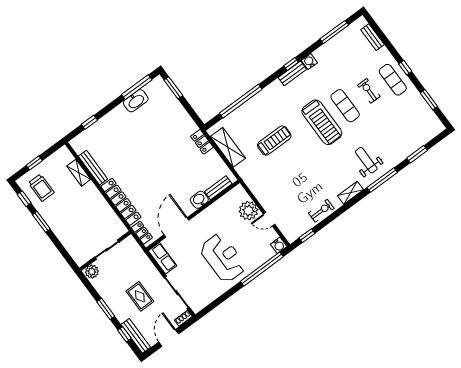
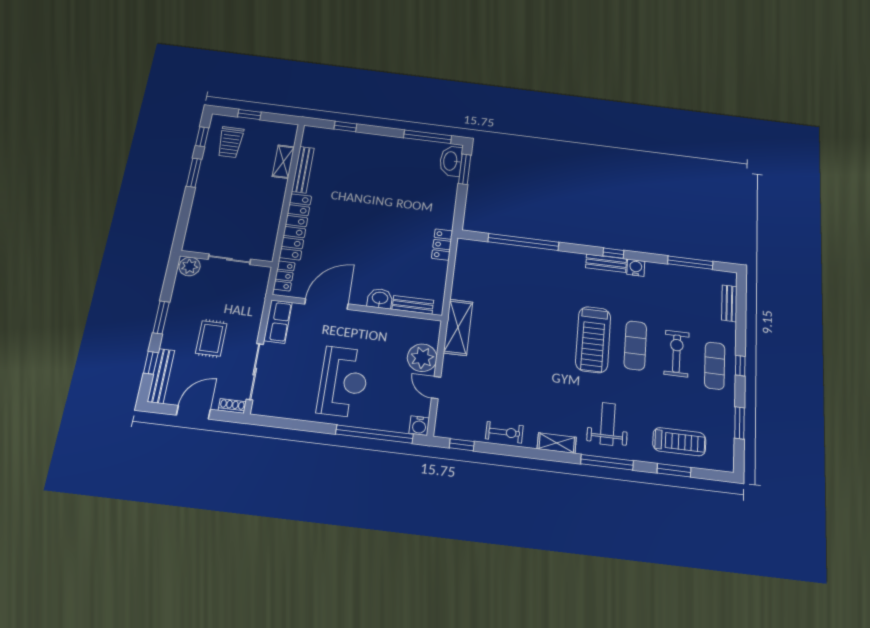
exercise bike: (369, 91) -> (677, 354), width x1.38, depth x1.39
washbasin: (136, 101) -> (451, 161), moved, turned 90
treadmill: (274, 140) -> (679, 442), moved
shelving: (228, 147) -> (458, 327), moved

